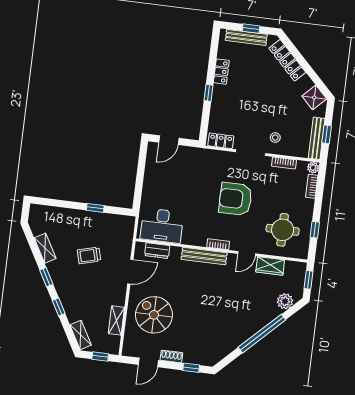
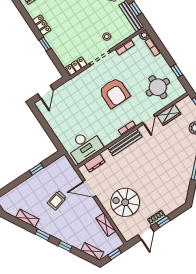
armchair: (235, 199) -> (114, 93), turned -90
door: (130, 272) -> (89, 189), swing flipped
window: (191, 368) -> (163, 222), moved

